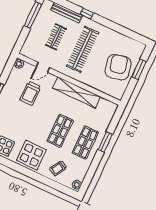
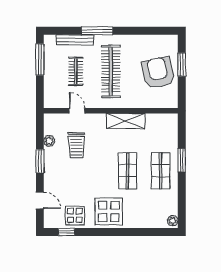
window: (87, 14) -> (97, 31), width x2.17
plant: (19, 64) -> (49, 141), moved
door: (43, 67) -> (77, 111), swing flipped
shelving: (77, 92) -> (126, 121), width x0.68
trolley: (58, 168) -> (144, 212), removed

